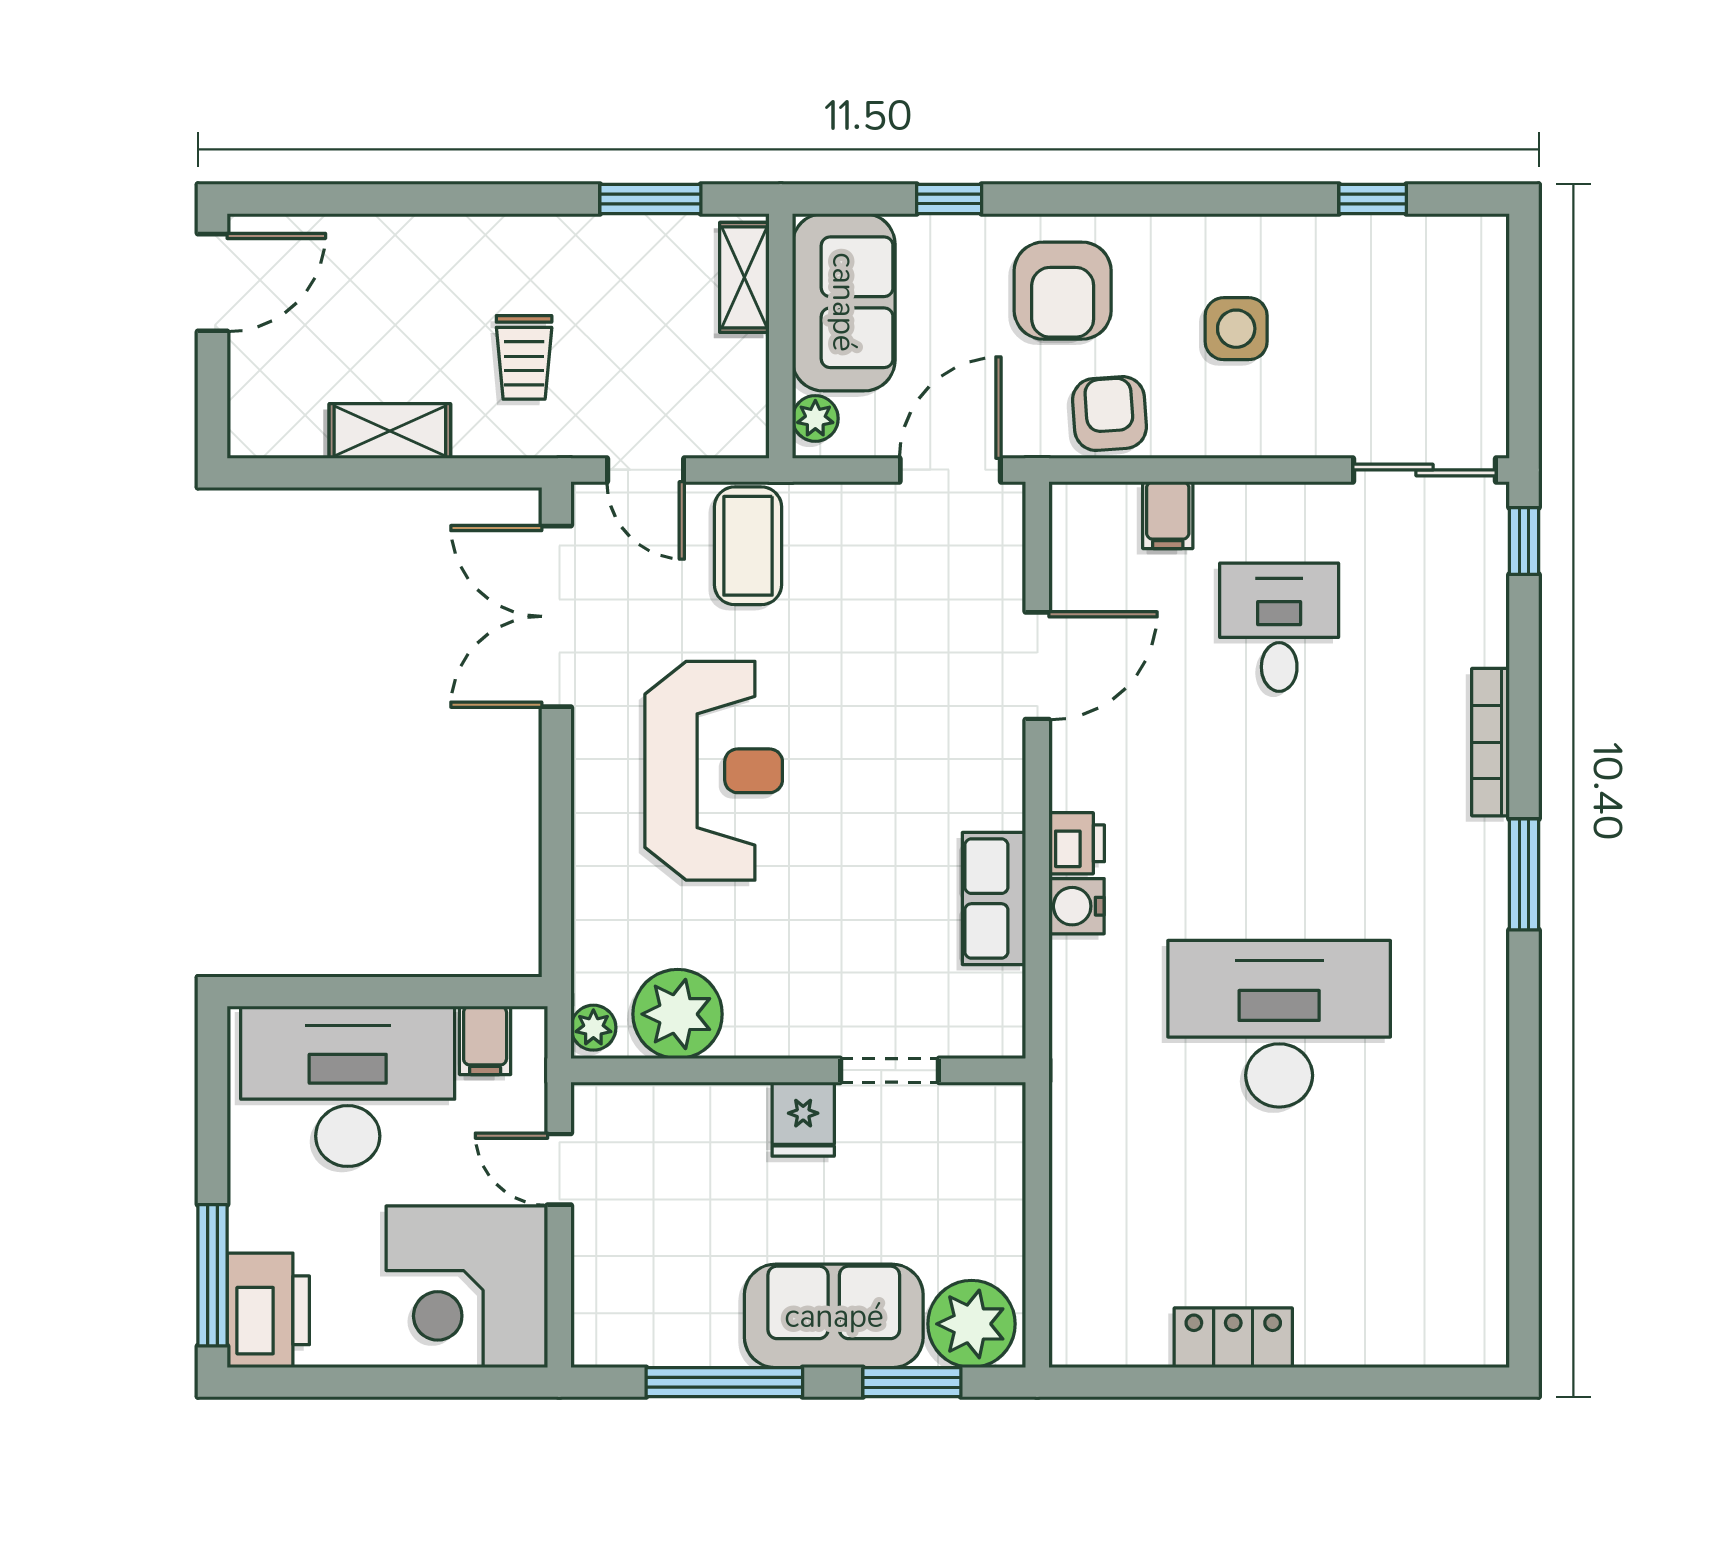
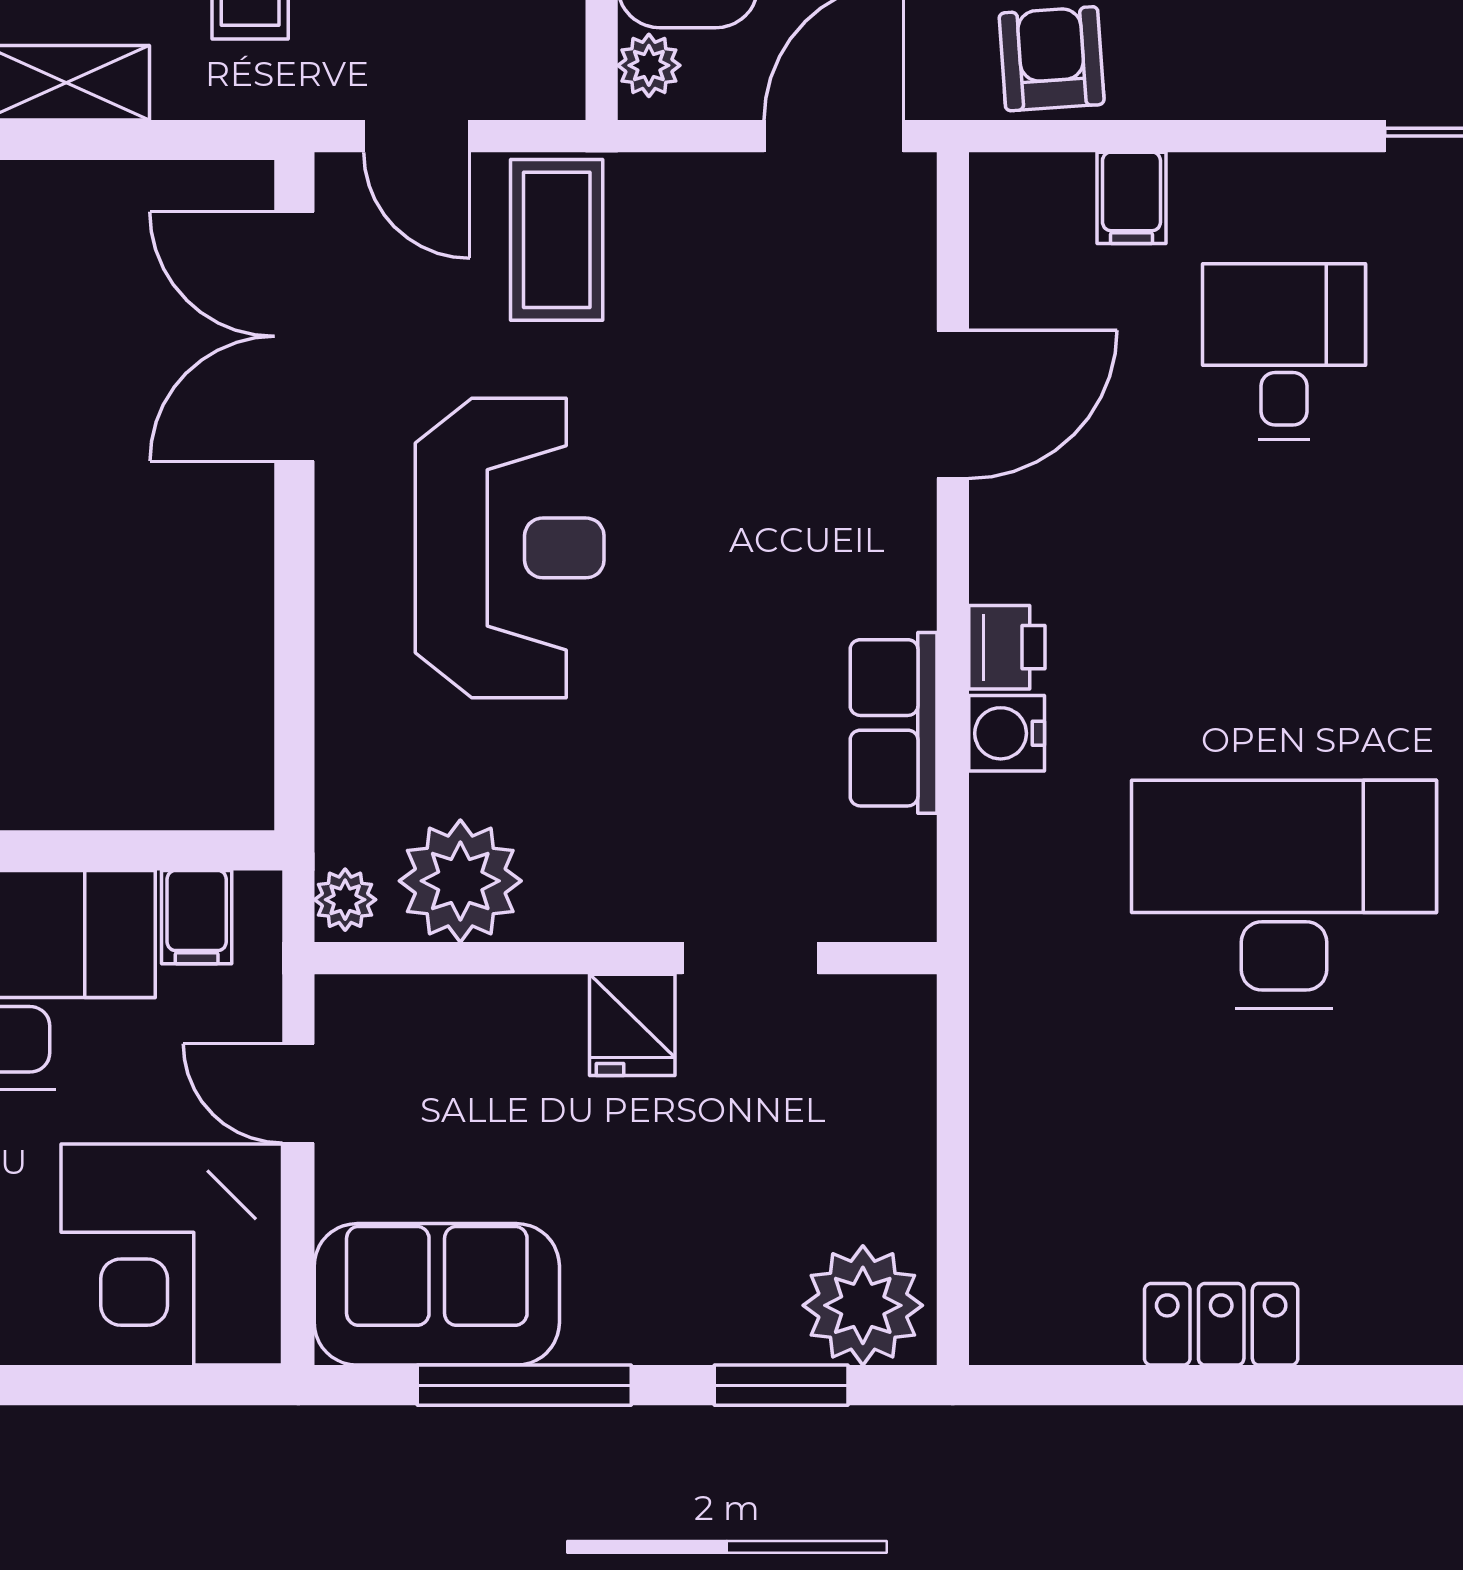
sofa: (834, 1316) -> (437, 1294), moved

